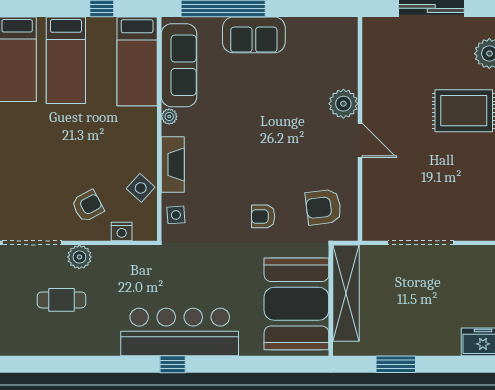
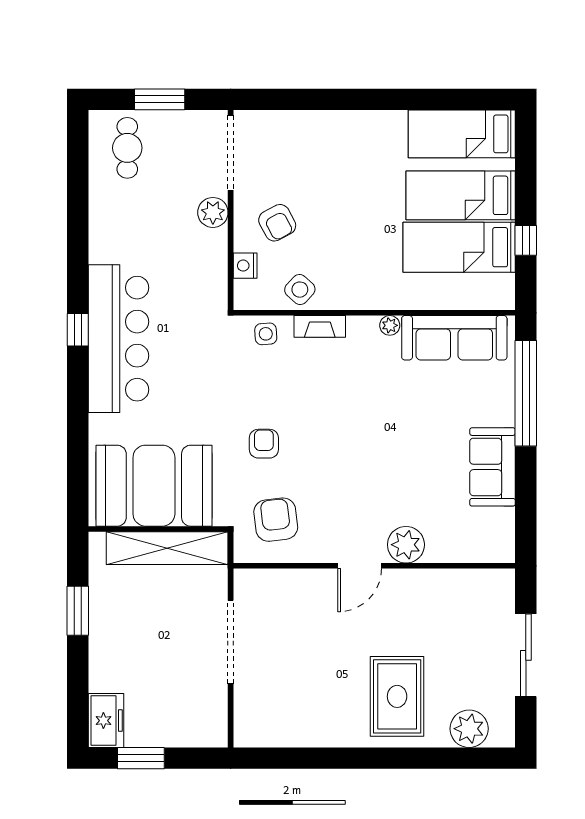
sofa: (254, 35) -> (493, 467), moved
bed: (137, 61) -> (459, 247), moved
fireplace: (173, 165) -> (320, 326), width x0.73, depth x0.76
cafe table: (62, 300) -> (127, 148), moved

